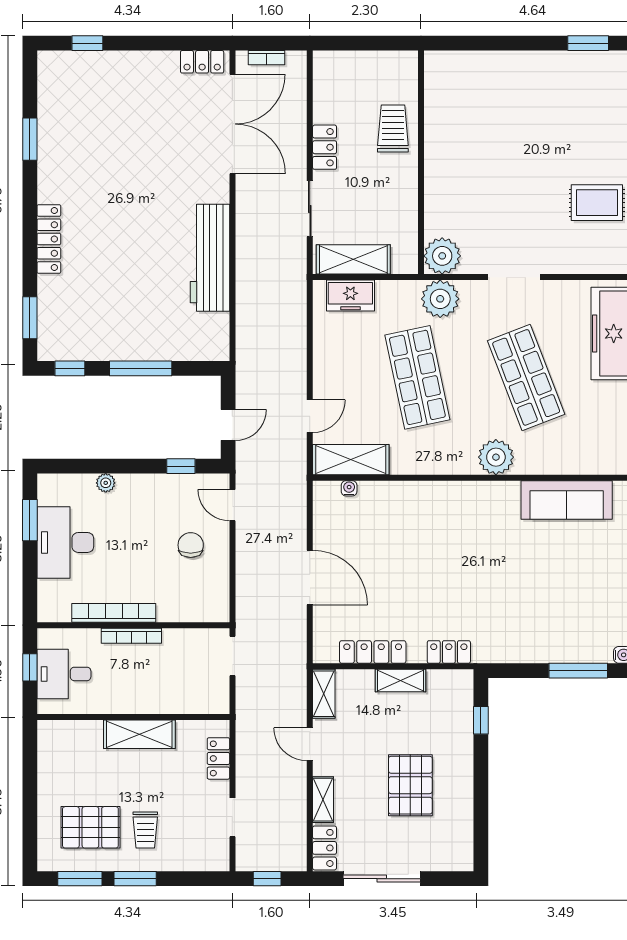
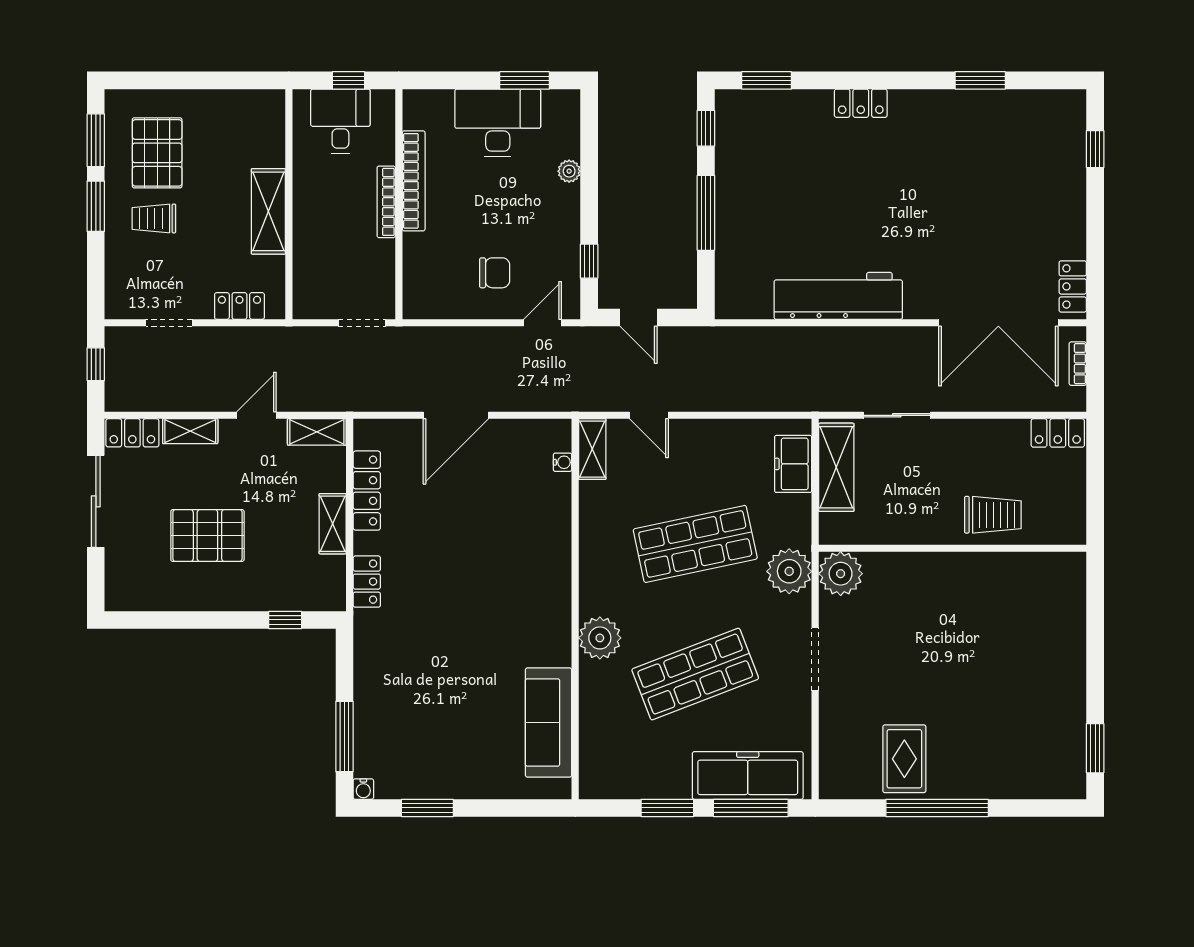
locker: (325, 147) -> (1058, 433), moved
locker: (49, 239) -> (861, 103), width x0.66
shelving: (351, 460) -> (592, 449), width x0.67, depth x0.75

